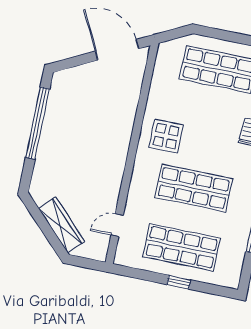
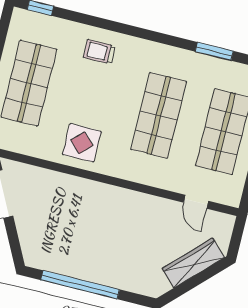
display table: (166, 136) -> (82, 143), moved

